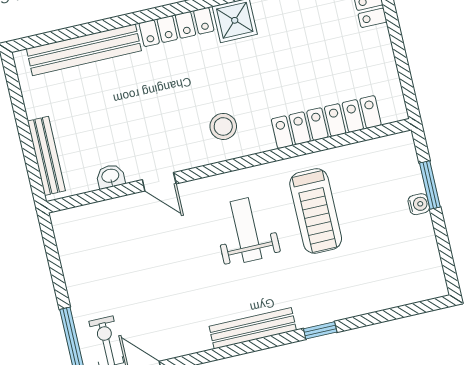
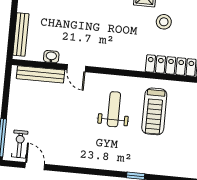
stool: (223, 126) -> (164, 22), moved
bench: (253, 328) -> (41, 74), moved

